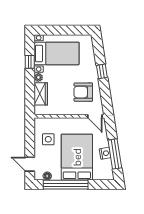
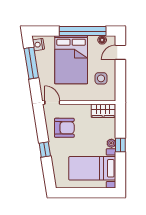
window: (30, 62) -> (120, 145), moved
wardrobe: (41, 94) -> (103, 111), moved, turned -90
nightstand: (105, 153) -> (38, 45), moved
door: (30, 164) -> (120, 52), swing flipped

